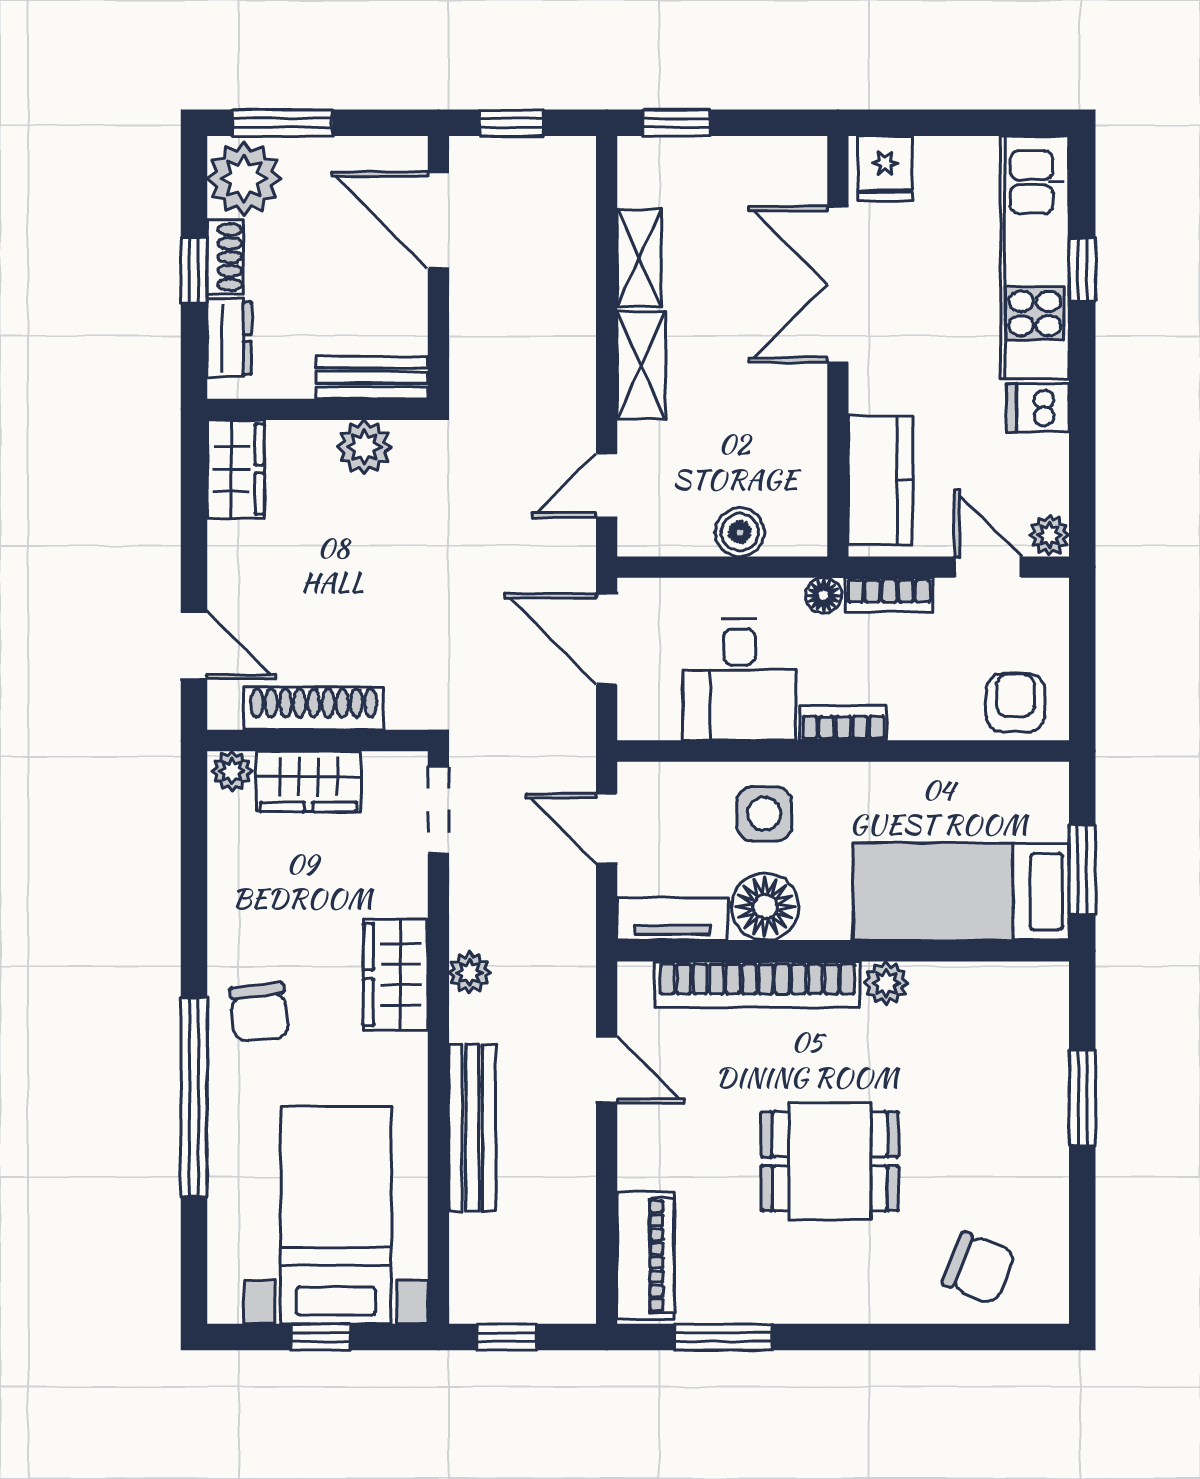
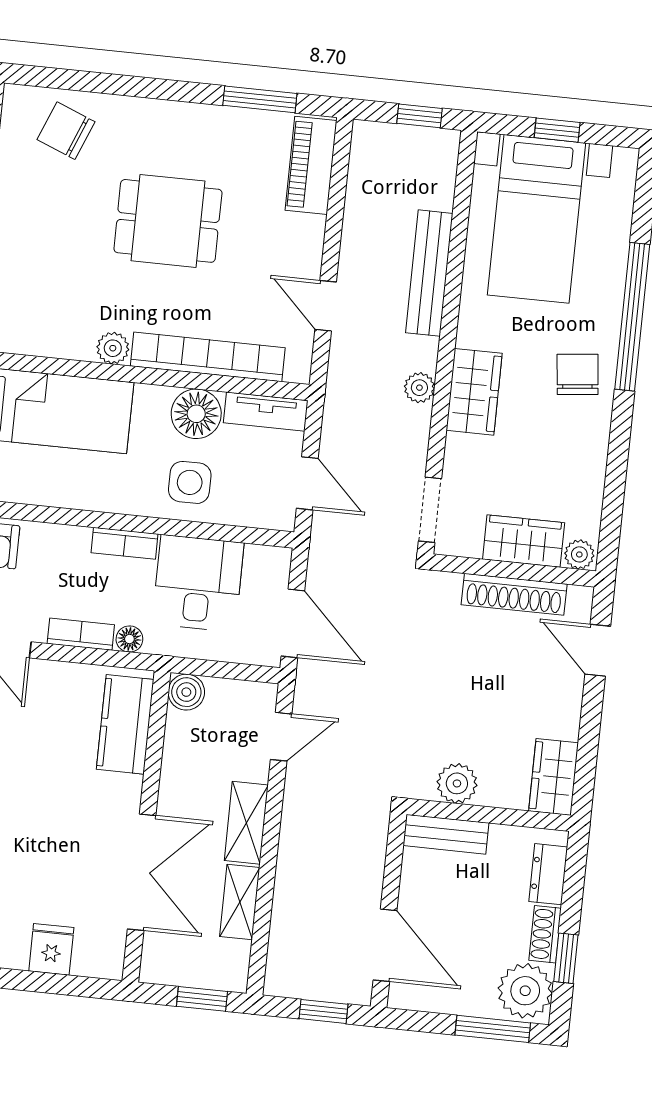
window: (194, 270) -> (566, 958), moved
double door: (838, 284) -> (142, 872), moved
wall: (838, 346) -> (146, 827), moved
kitchen counter: (881, 480) -> (125, 724), moved

